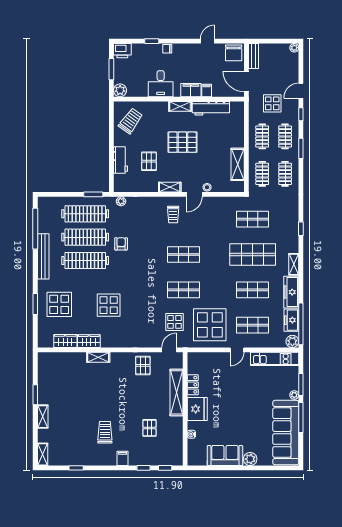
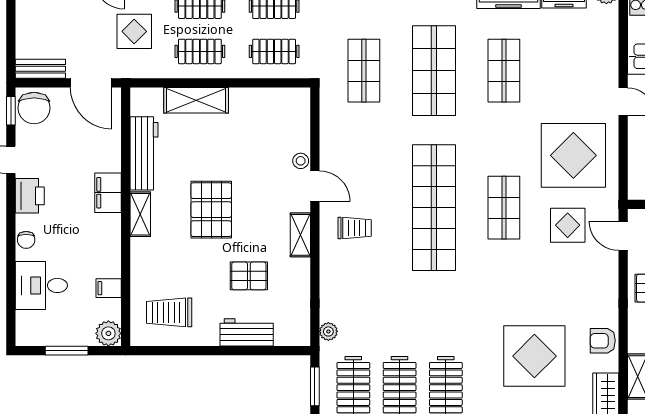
window: (152, 41) -> (11, 111), moved
printer: (122, 51) -> (30, 196), moved
chair: (234, 53) -> (34, 108), turned 90
door: (246, 82) -> (91, 83), hinge flipped
desk: (161, 84) -> (41, 285), moved, turned 180
filing cabinet: (207, 90) -> (109, 288), moved
trolley: (131, 121) -> (169, 312), turned -36
shelving: (238, 164) -> (196, 100), moved
armchair: (121, 244) -> (603, 341), moved
shop shelf: (183, 254) -> (434, 208), width x2.00, depth x1.36
display table: (109, 305) -> (534, 356), width x1.36, depth x1.36
shop shelf: (253, 325) -> (574, 71), removed

